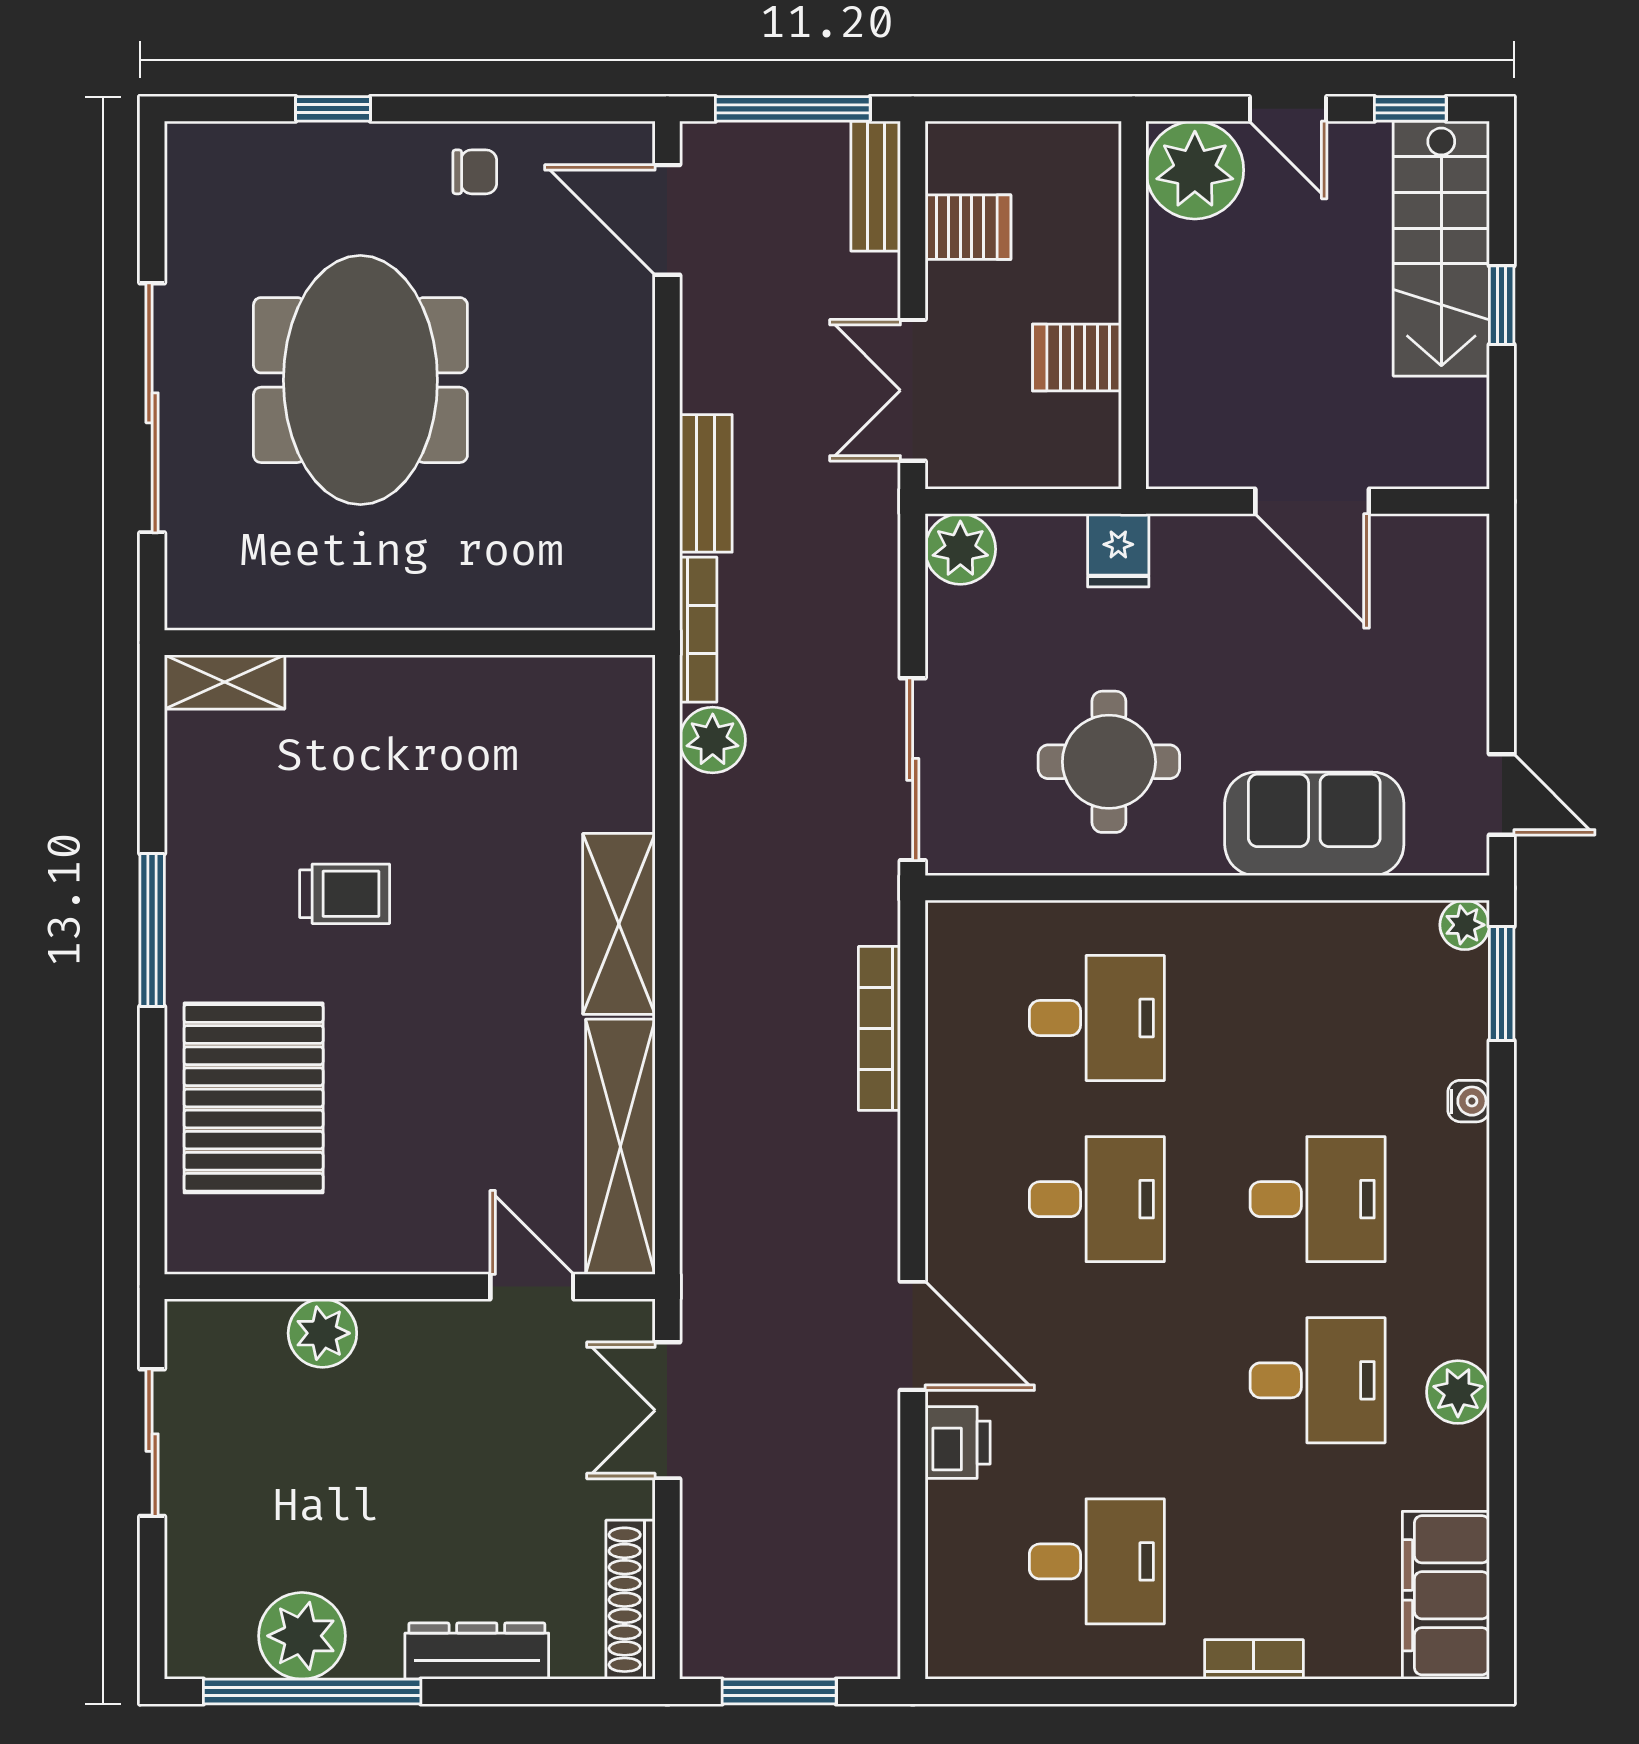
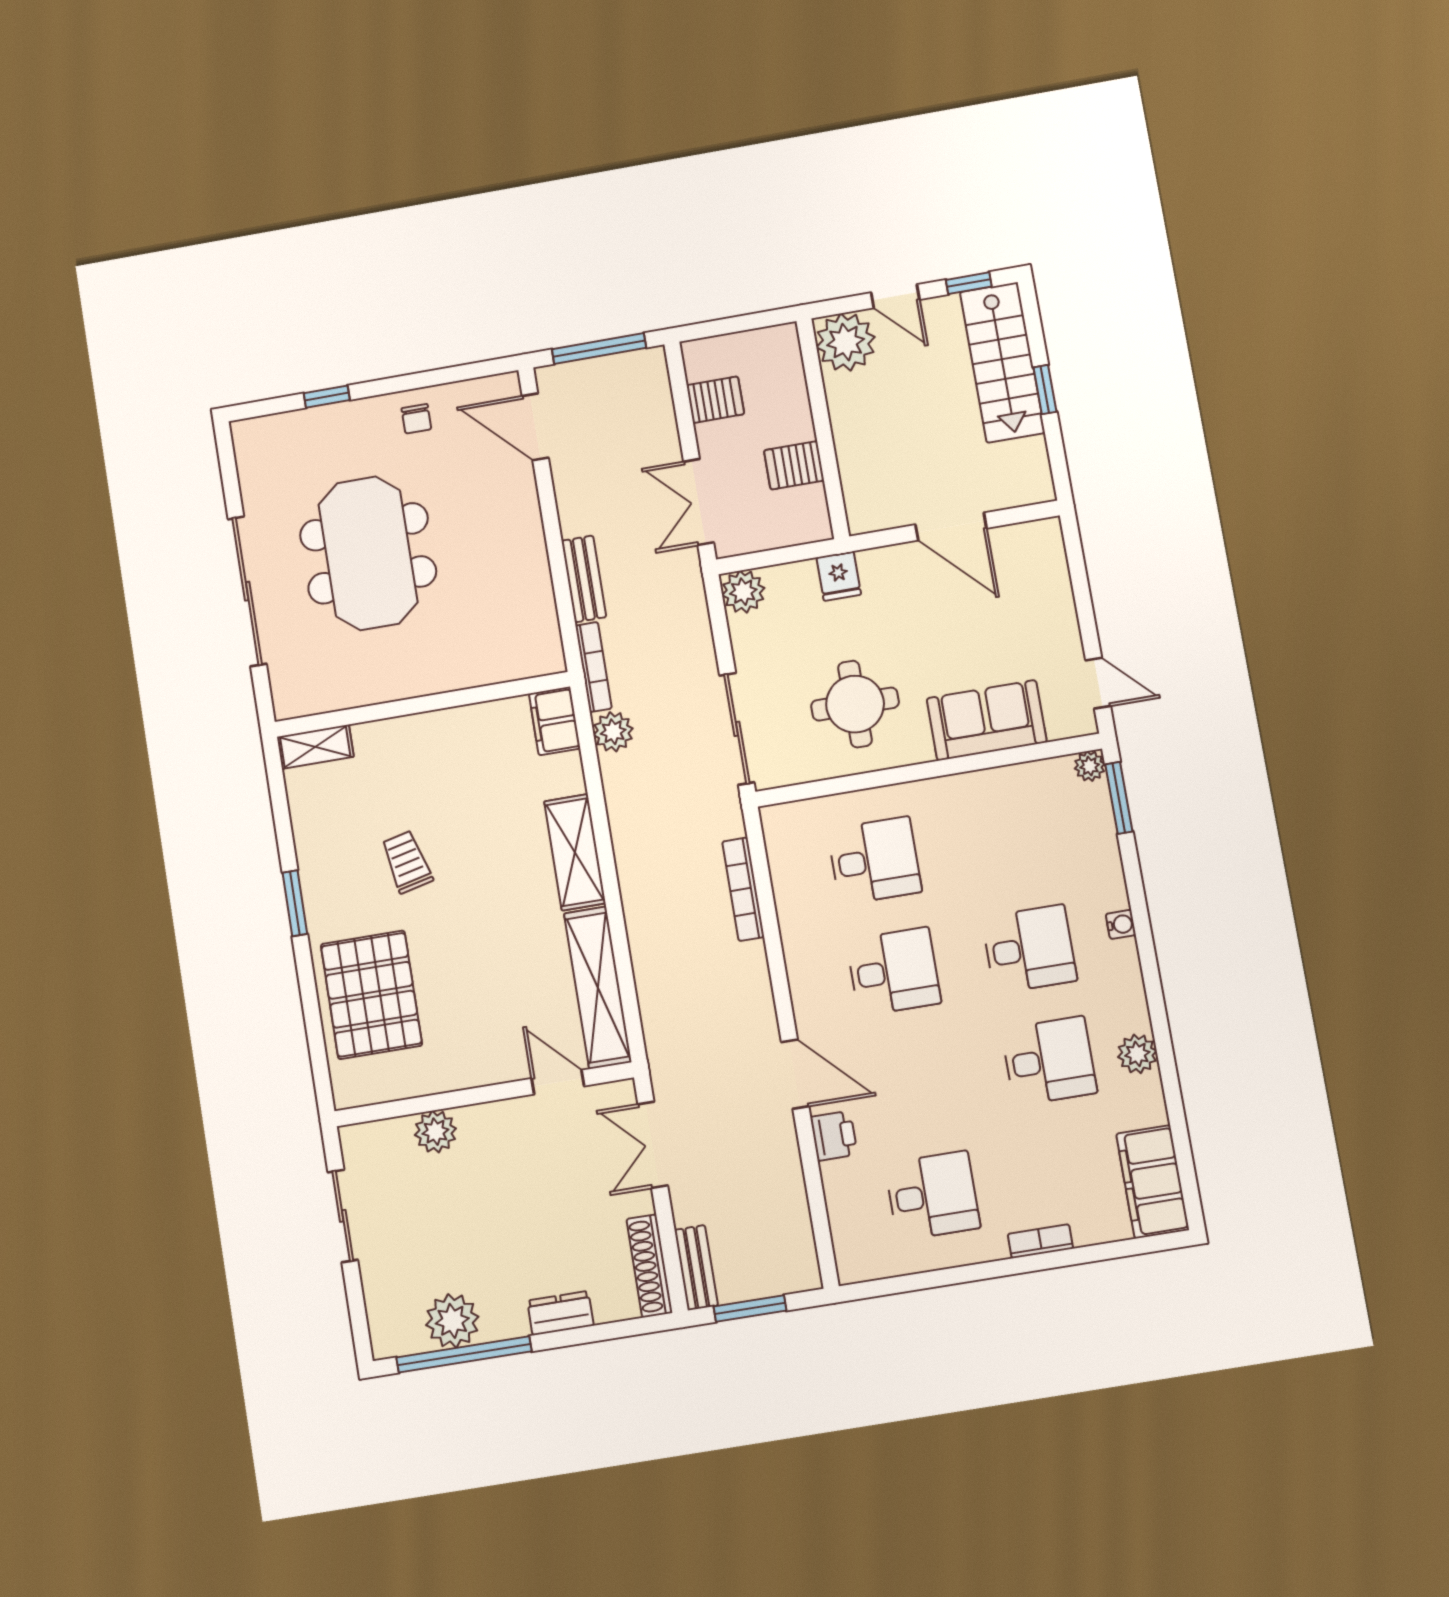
chair: (475, 172) -> (416, 419), turned 90
bench: (876, 186) -> (696, 1268), moved
filing cabinet: (621, 706) -> (555, 721), added
trolley: (345, 894) -> (407, 862), turned -103
window: (152, 930) -> (295, 903), width x0.69
water cooler: (1469, 1101) -> (1121, 924), moved
dresser: (477, 1651) -> (560, 1313), width x0.70

